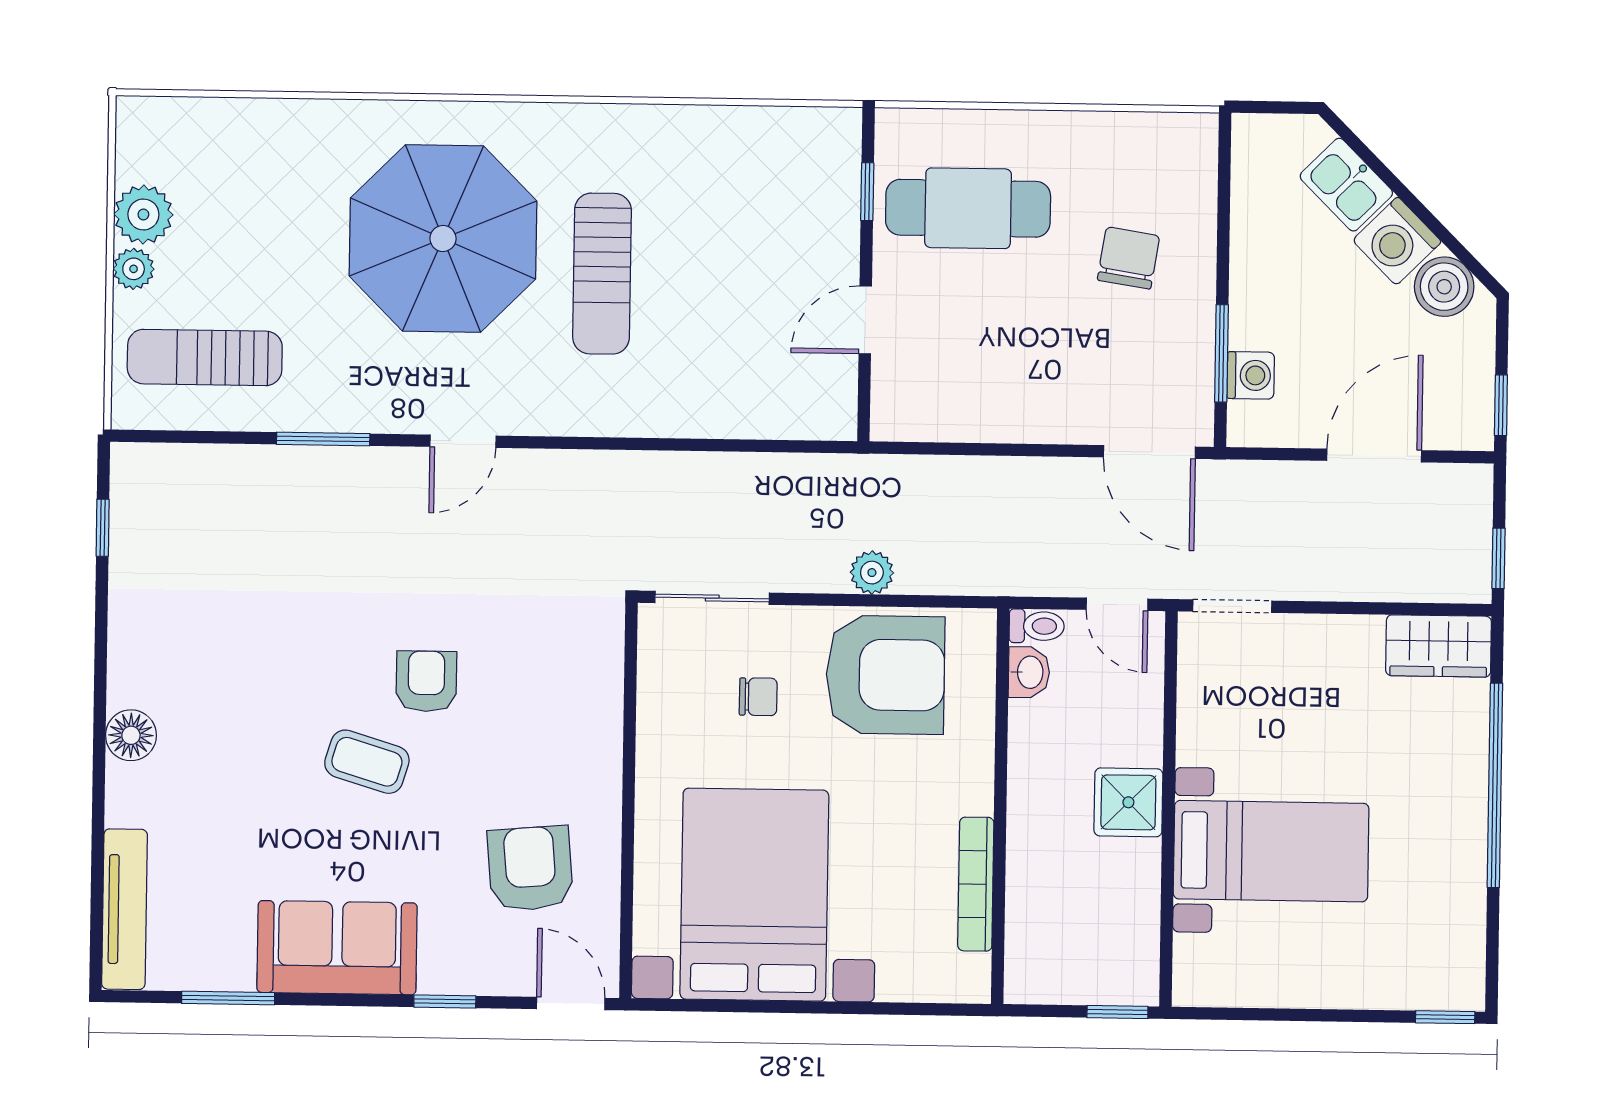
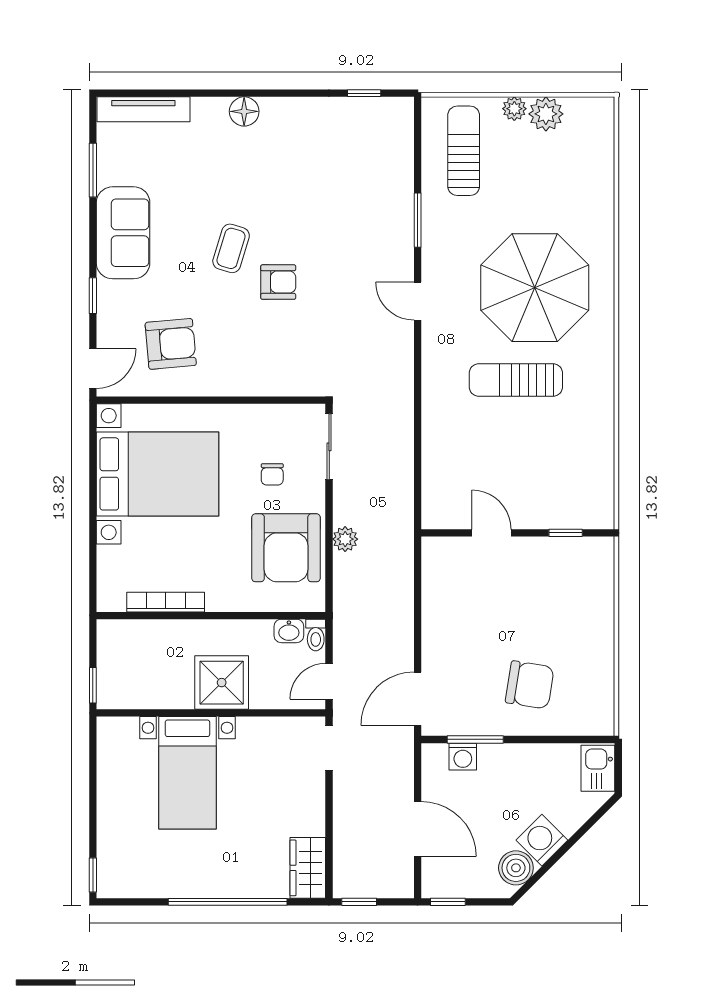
kitchen sink: (1346, 185) -> (598, 768), moved, turned -45
cafe table: (968, 208) -> (557, 591), removed
chair: (1128, 258) -> (530, 685), width x1.37, depth x1.37
shower: (1128, 802) -> (222, 683), width x1.36, depth x1.36

